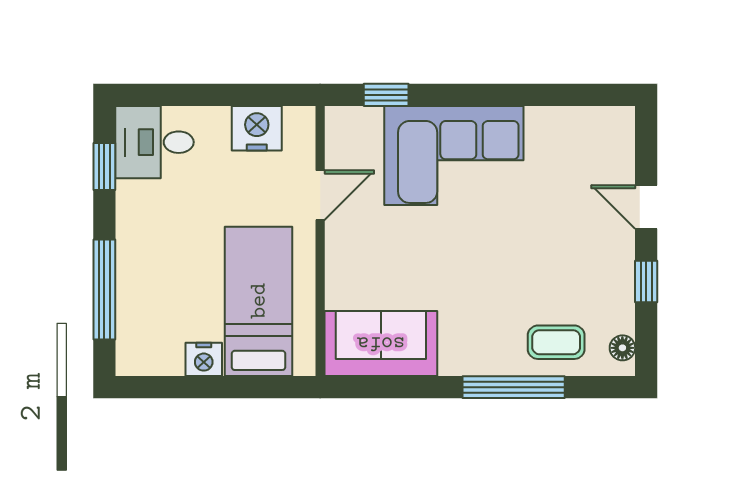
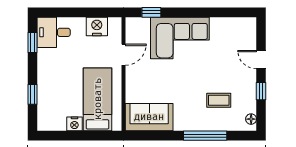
window: (104, 290) -> (32, 94), width x0.46
coffee table: (556, 342) -> (219, 100), moved

